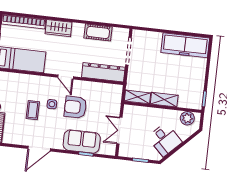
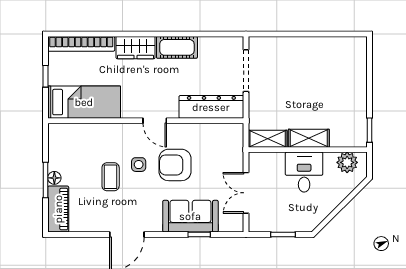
cot: (98, 32) -> (177, 47), moved
freezer: (185, 45) -> (331, 52), removed
desk: (165, 140) -> (304, 172), moved, turned -135

